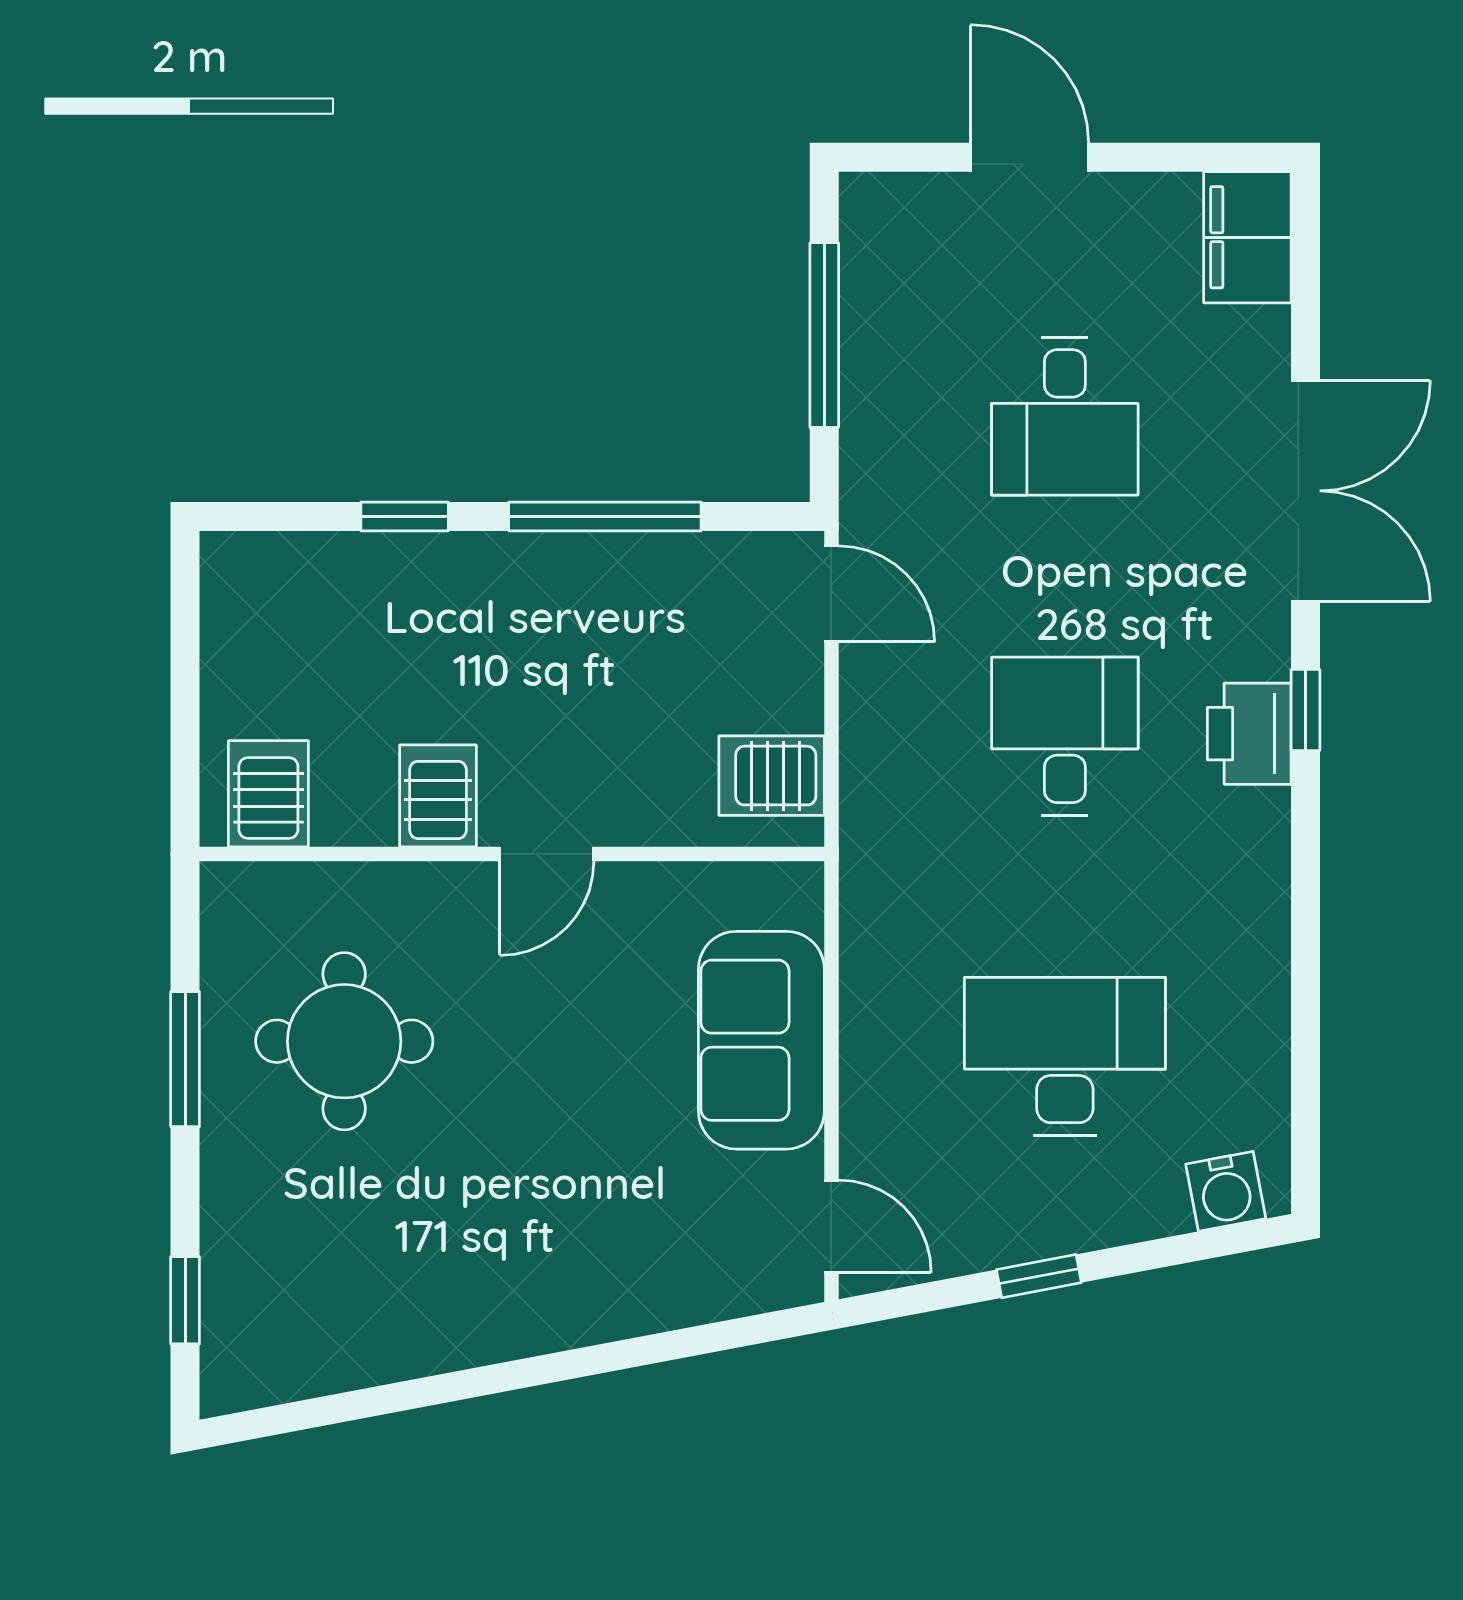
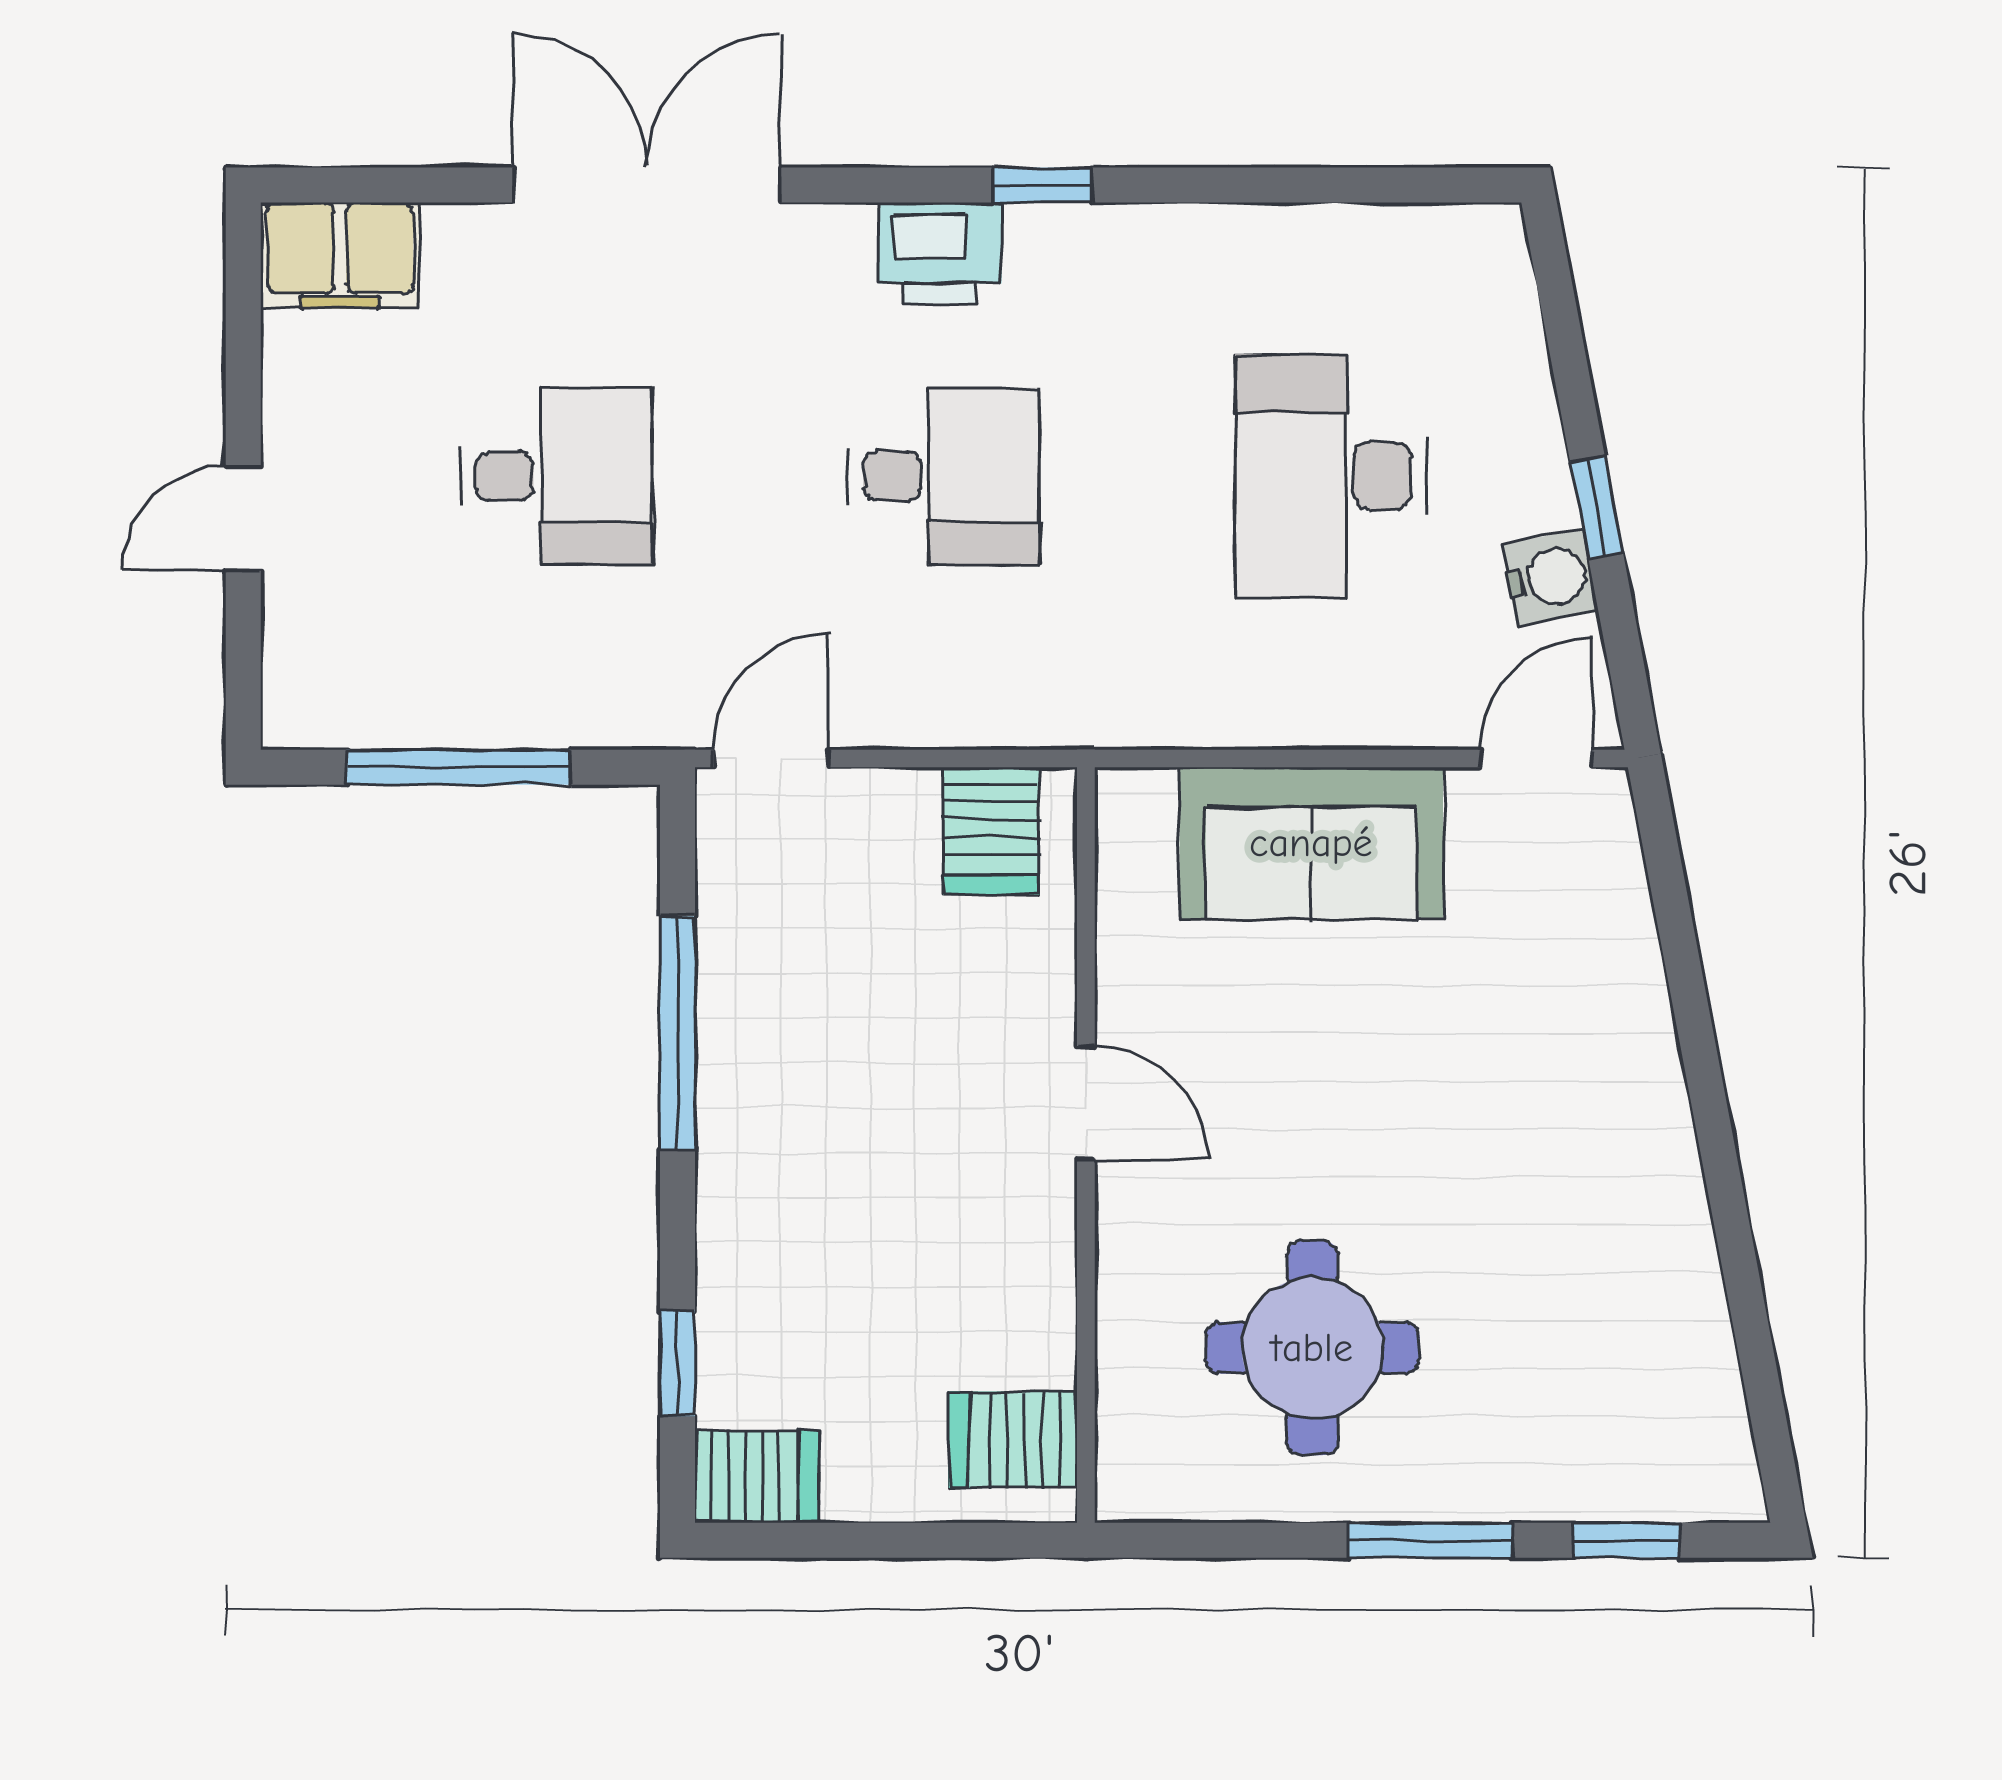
door: (1030, 157) -> (243, 519), width x0.73
window: (405, 516) -> (678, 1363), moved
window: (1305, 710) -> (1043, 185), moved
desk: (1065, 736) -> (943, 476), turned 180
server rack: (438, 796) -> (757, 1477), moved, turned 180
window: (185, 1059) -> (1431, 1540), moved
water cooler: (1226, 1191) -> (1550, 577), moved

